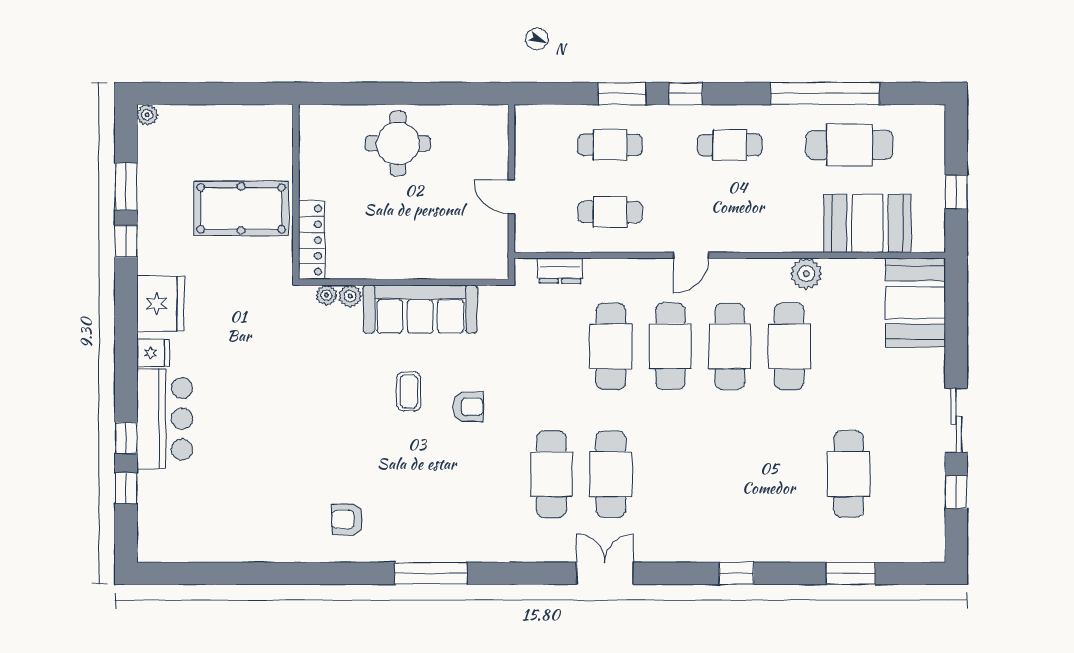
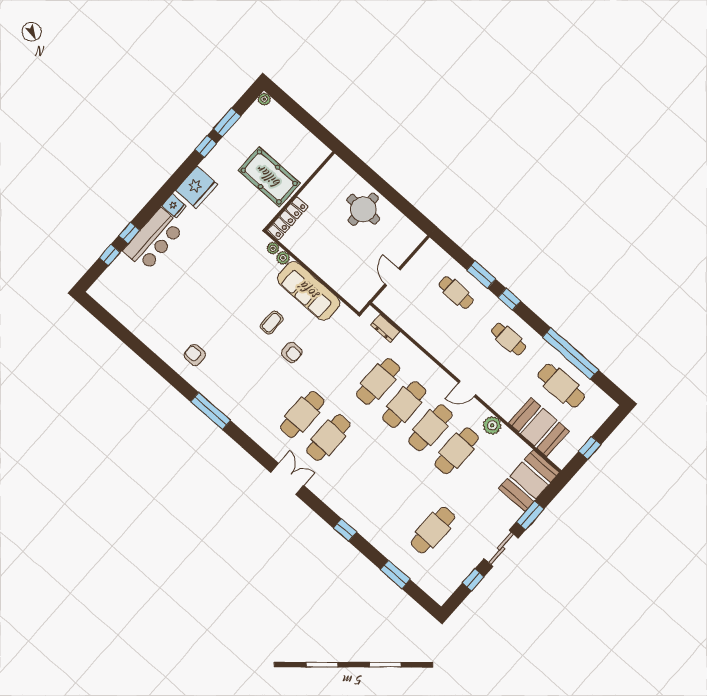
cafe table: (610, 212) -> (430, 322), removed
door: (691, 255) -> (467, 389), moved
window: (956, 346) -> (530, 515), added

